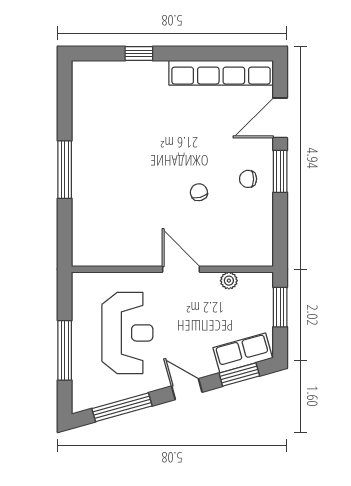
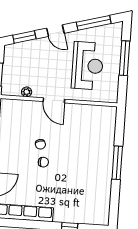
chair: (248, 179) -> (43, 162), moved
reception desk: (127, 333) -> (87, 66), turned 180
row of seats: (243, 353) -> (22, 49), removed

